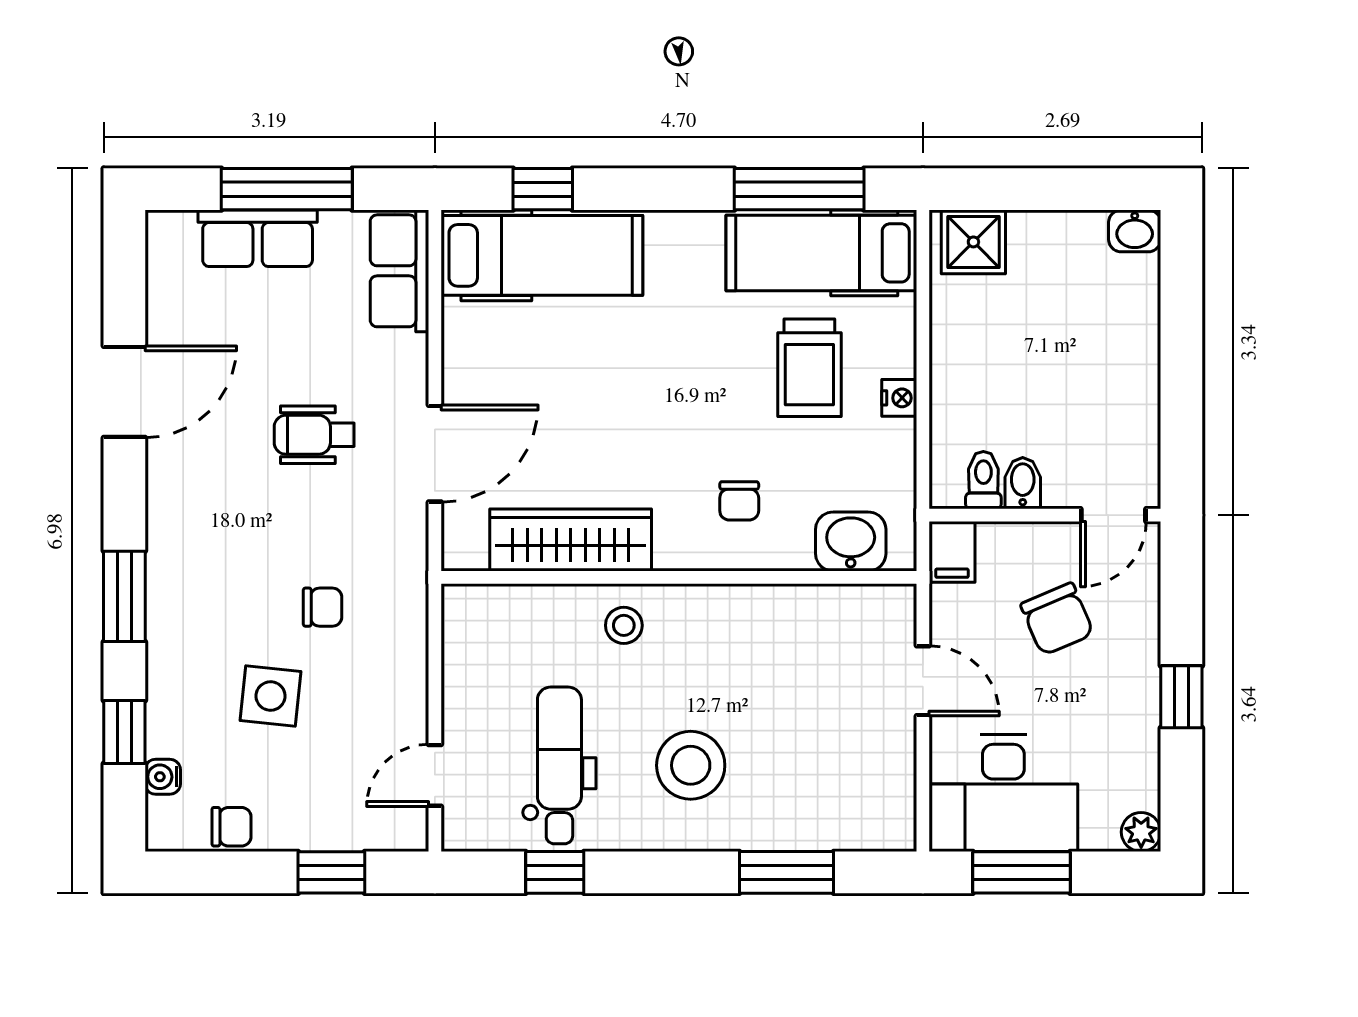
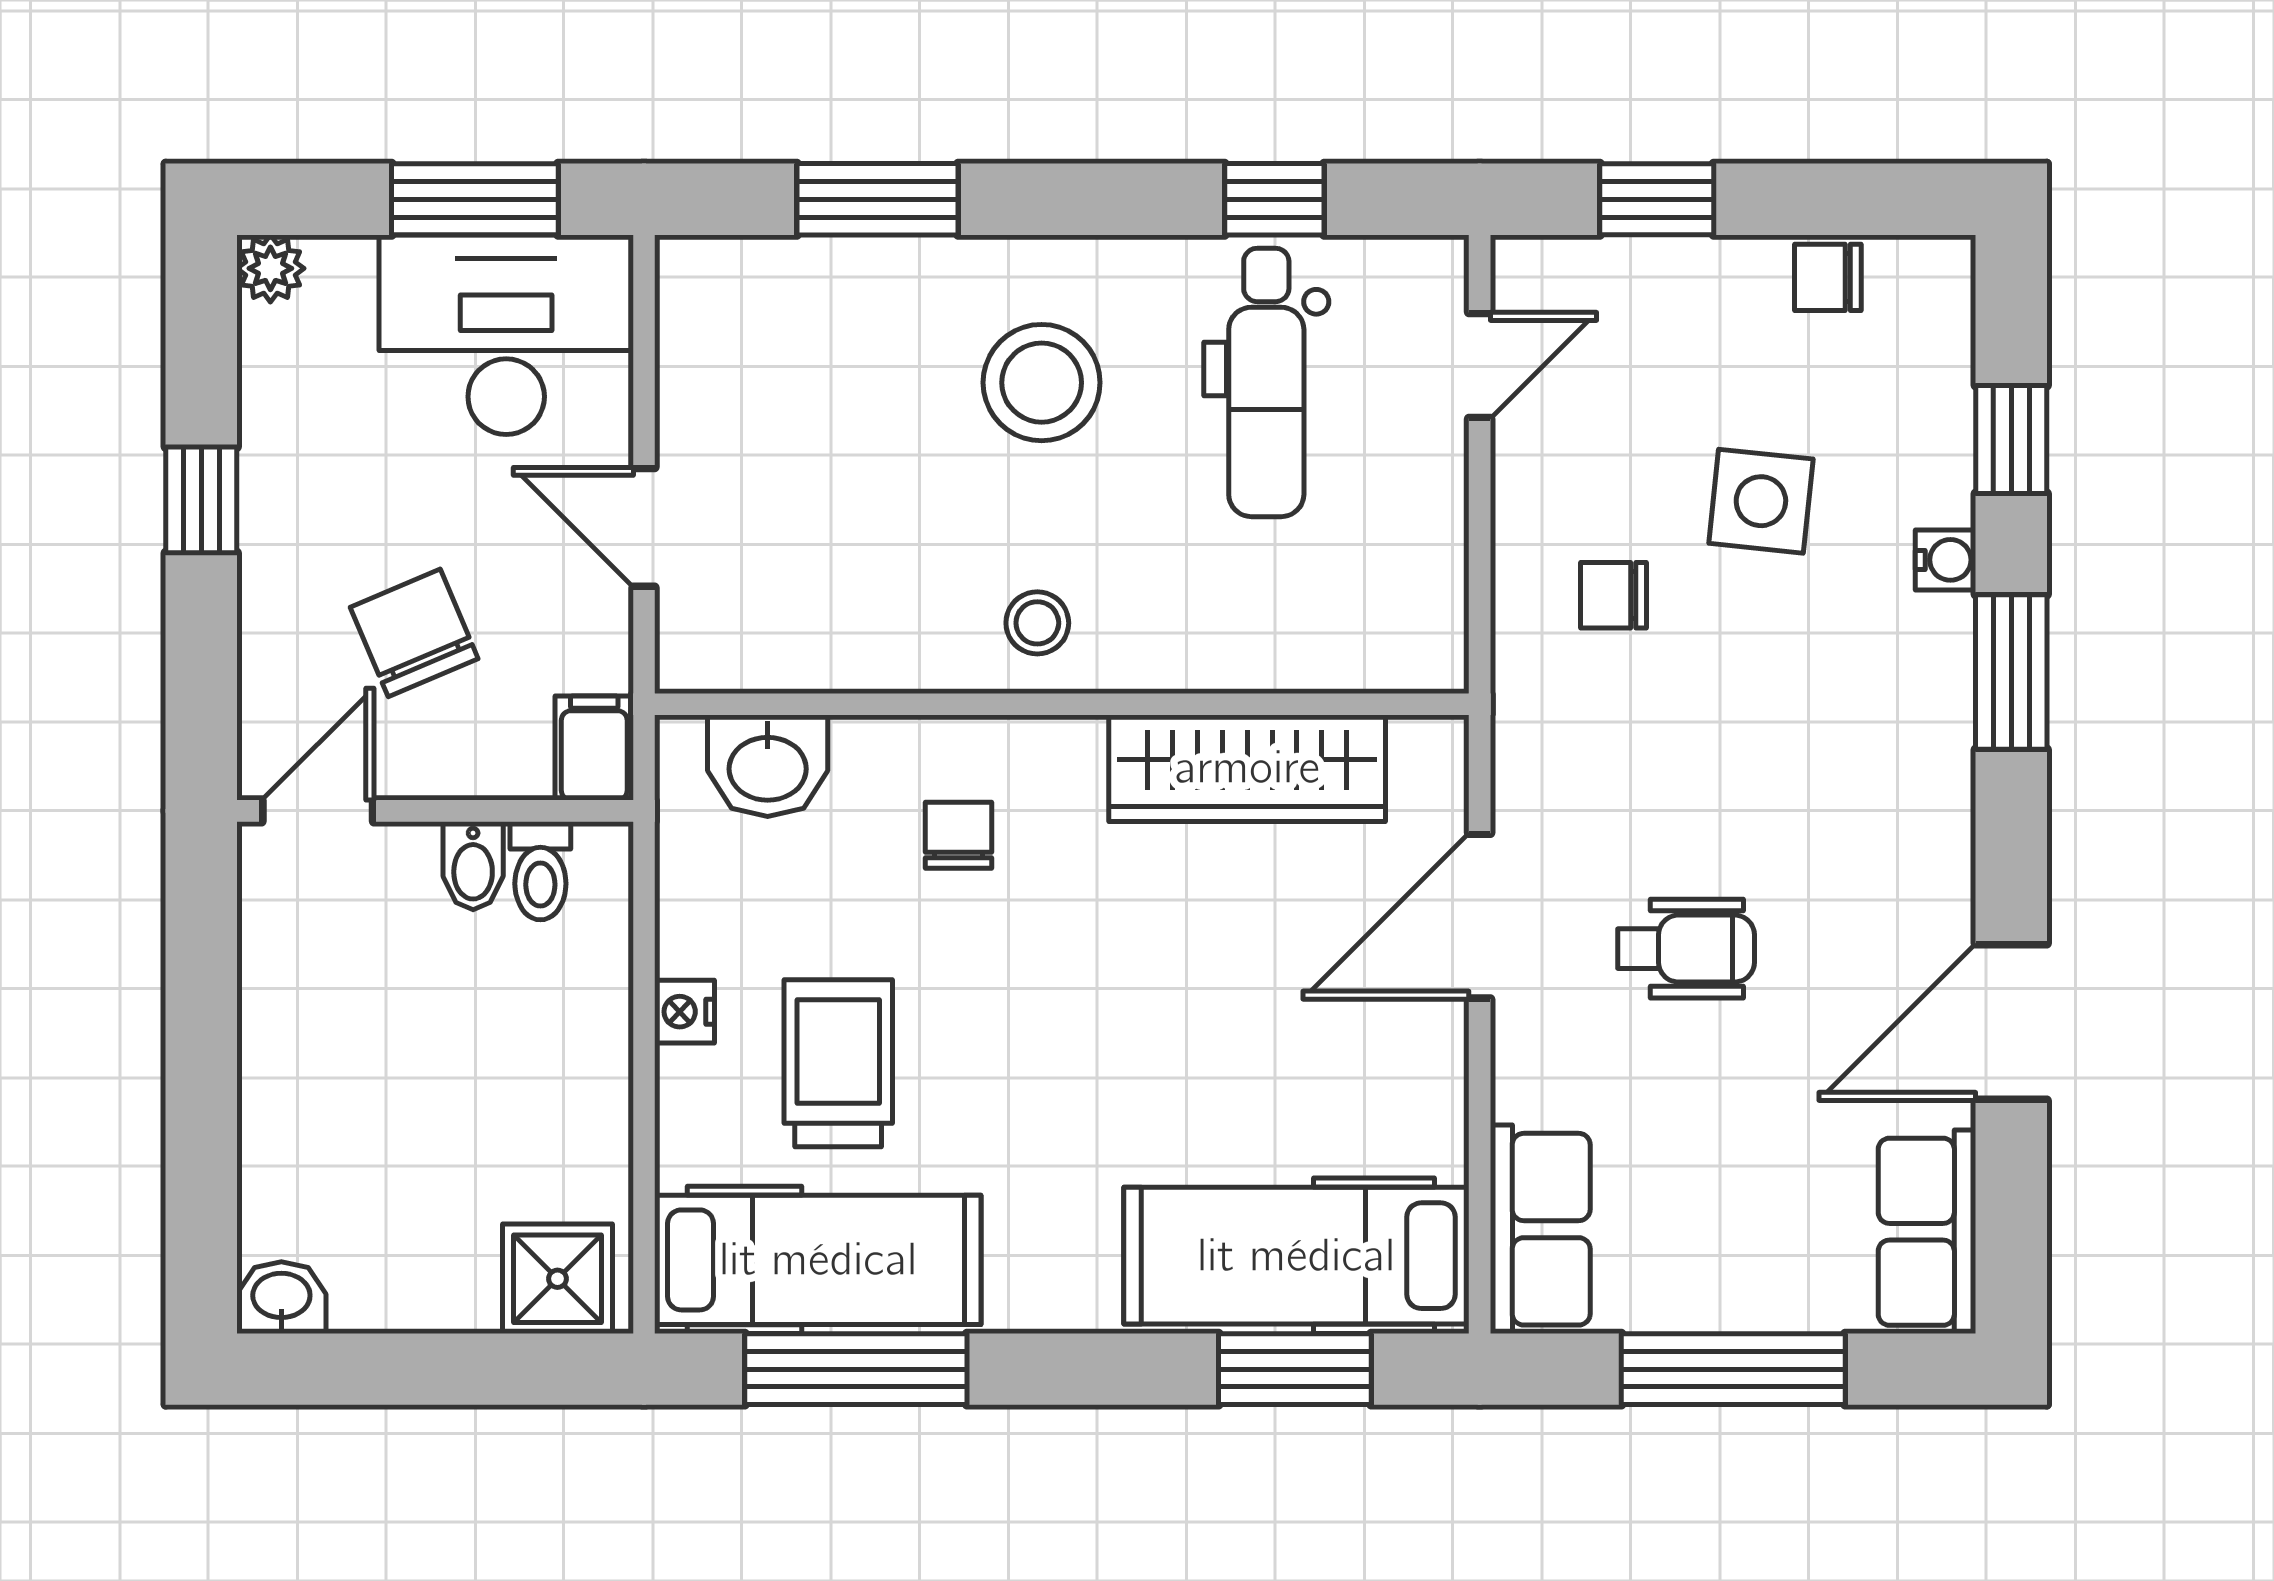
window: (543, 189) -> (1295, 1369), width x1.50
row of seats: (258, 238) -> (1927, 1232), moved, turned -90
chair: (323, 607) -> (1613, 595), moved
stool: (624, 625) -> (1037, 623), moved
water cooler: (163, 777) -> (1946, 560), moved

